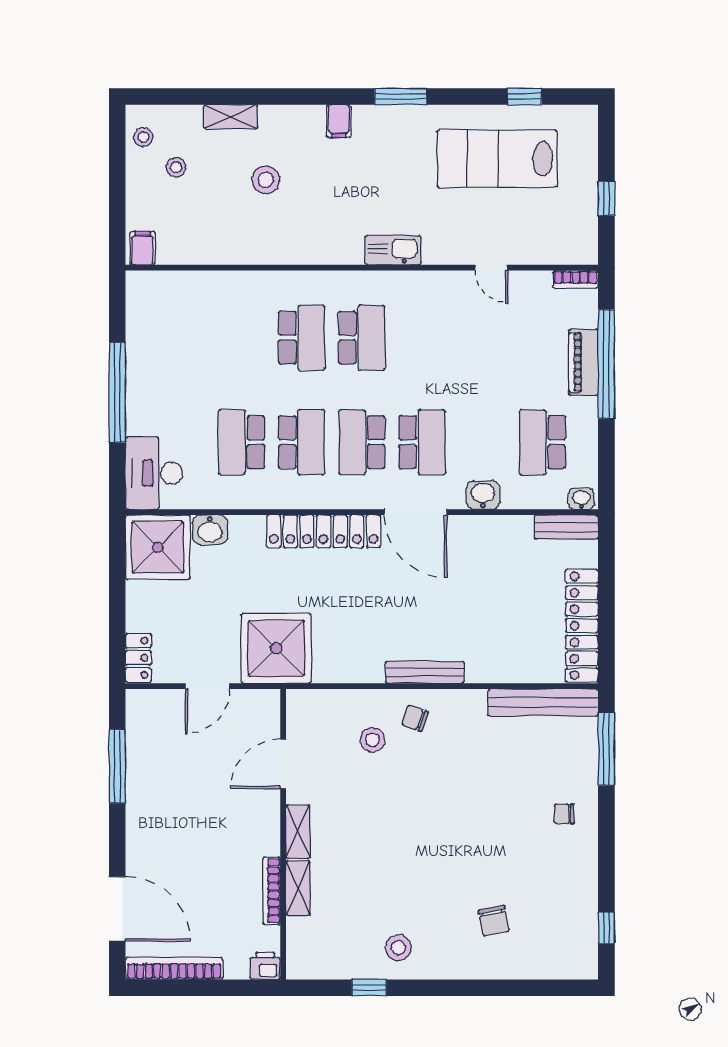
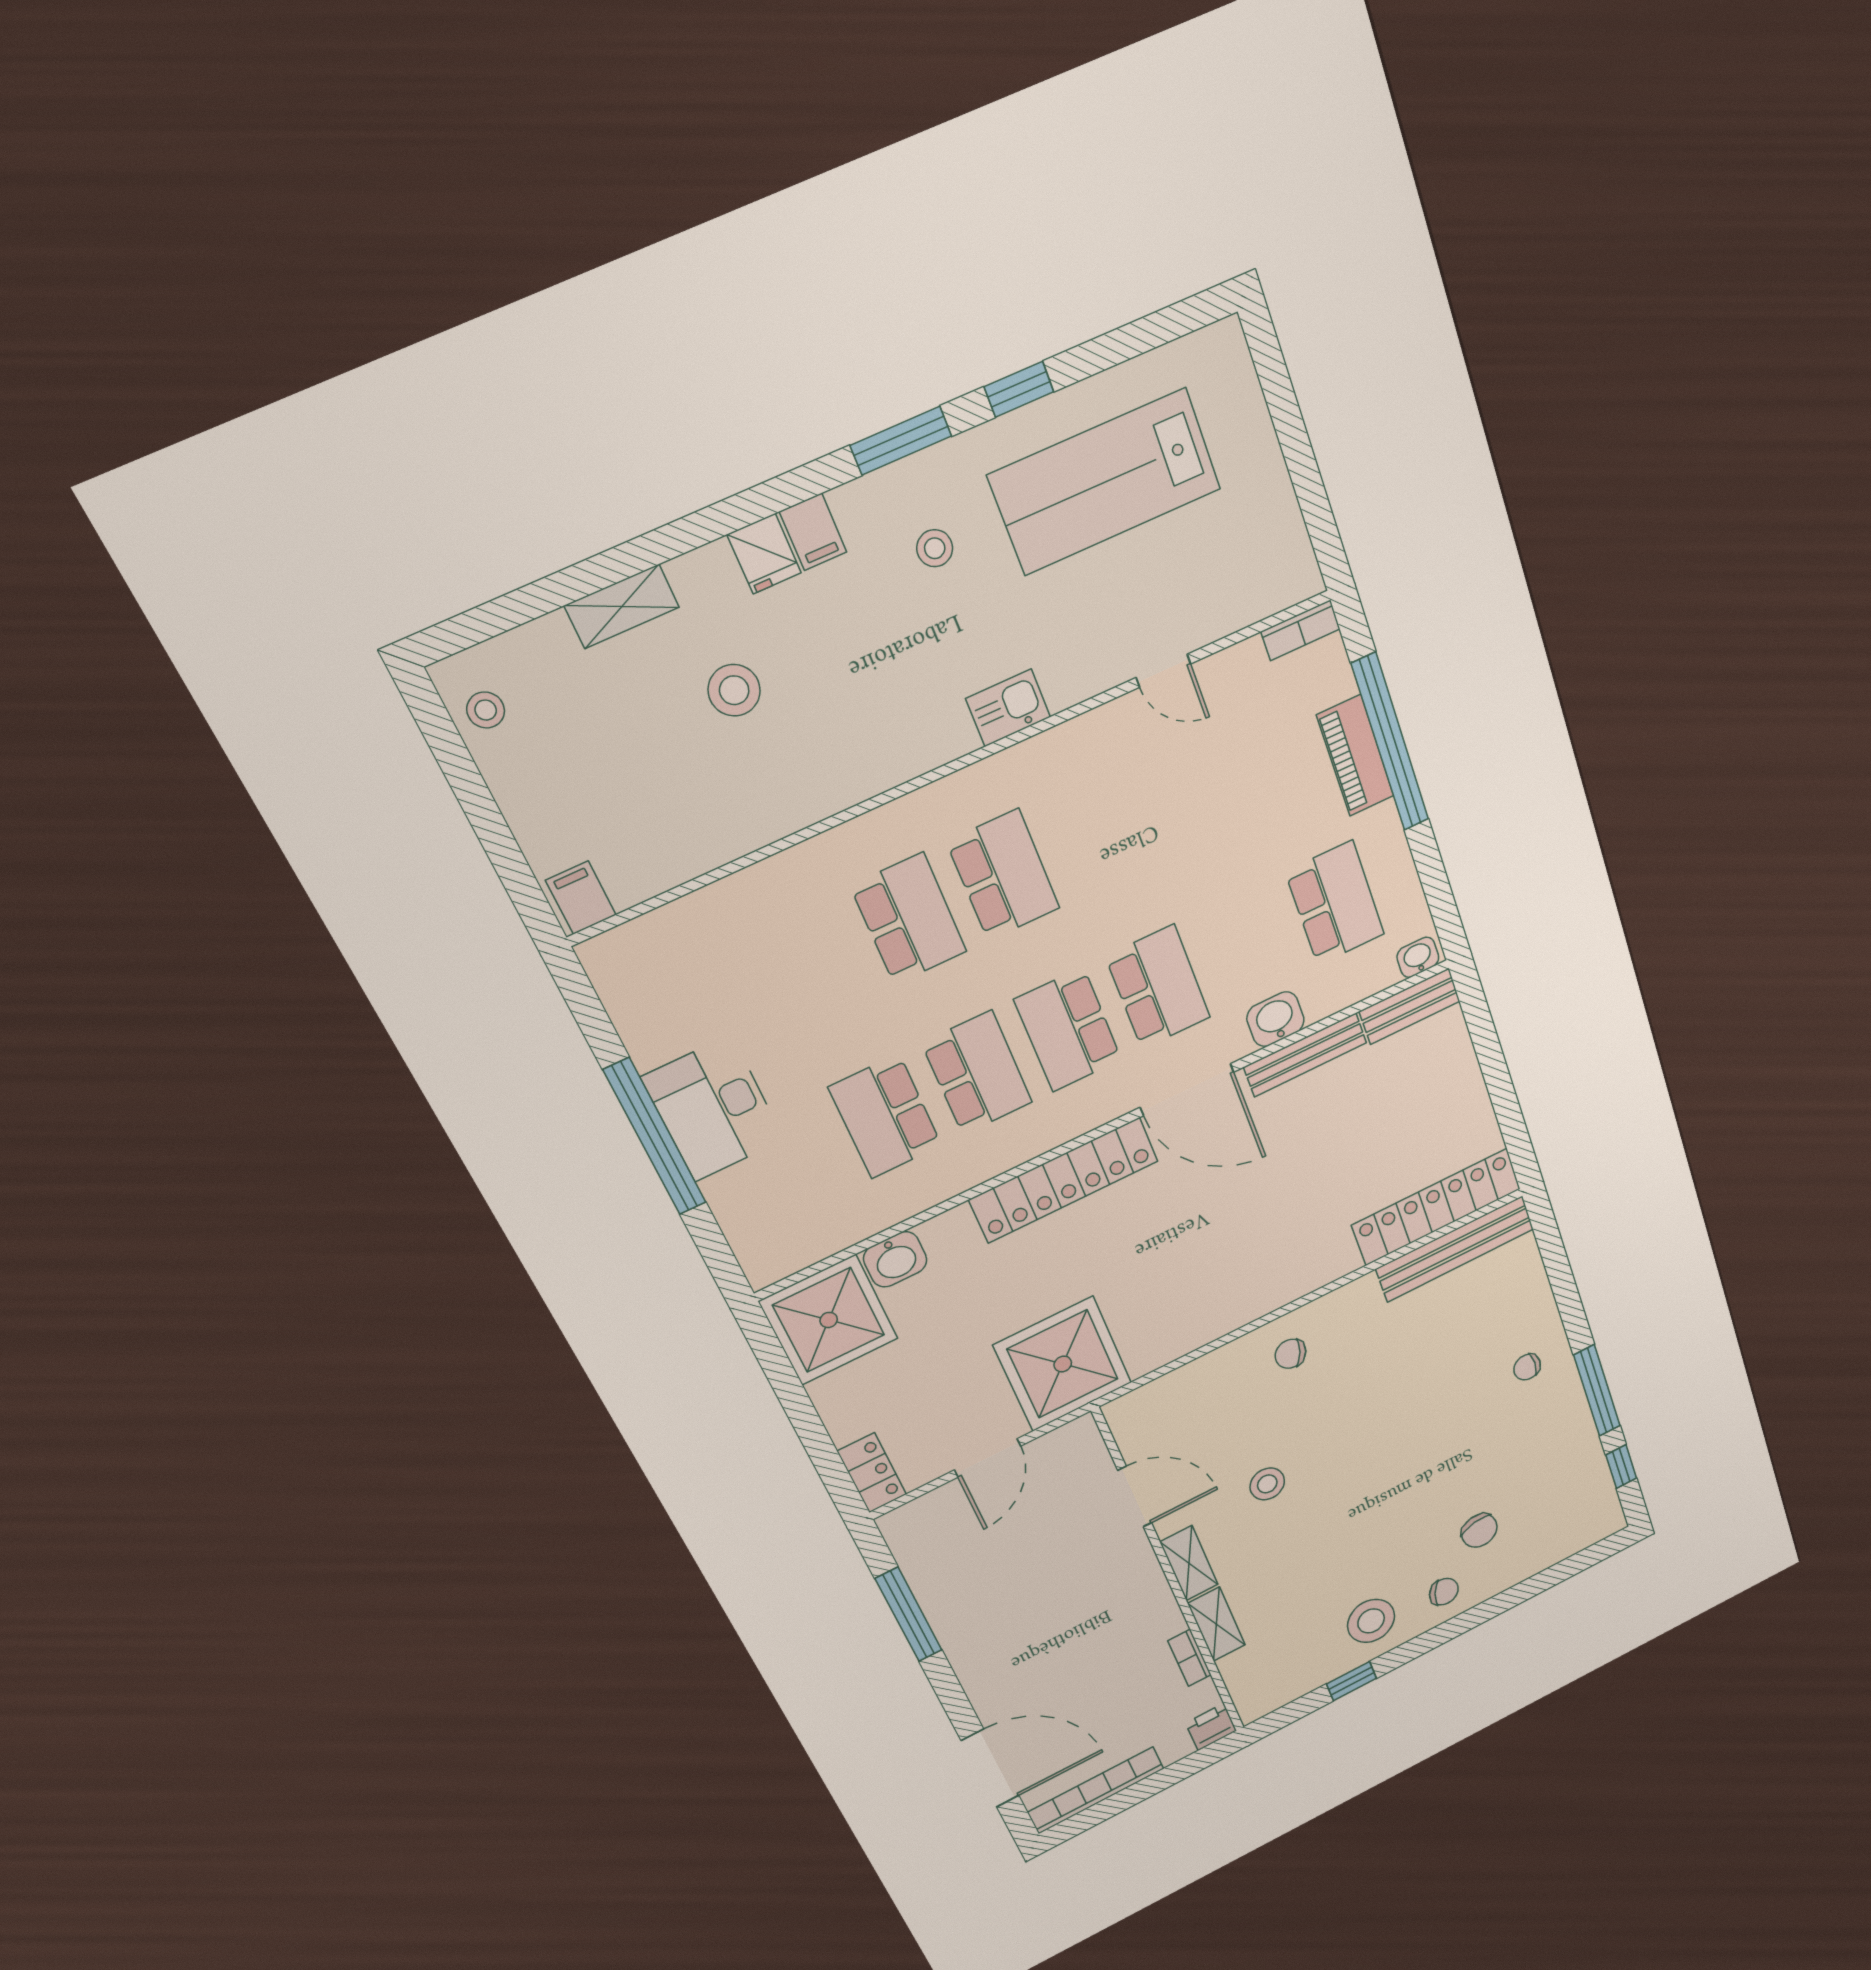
window: (525, 97) -> (1019, 389), moved
fridge: (310, 121) -> (764, 554), added
stool: (176, 167) -> (935, 548), moved
window: (606, 198) -> (1304, 473), removed
kitchen sink: (393, 250) -> (1008, 708), width x0.73
school desk: (542, 442) -> (1335, 903), turned 180
desk: (154, 473) -> (713, 1109), moved
locker: (582, 626) -> (1437, 1207), moved, turned 90
bench: (425, 672) -> (1305, 1055), moved
stool: (372, 740) -> (1267, 1484), moved
window: (606, 749) -> (1597, 1391), moved
door: (283, 764) -> (1135, 1497), swing flipped
bookcase: (272, 891) -> (1189, 1658), width x0.64
stool: (398, 948) -> (1371, 1621), width x1.38, depth x1.38
chair: (454, 954) -> (1444, 1592), added

